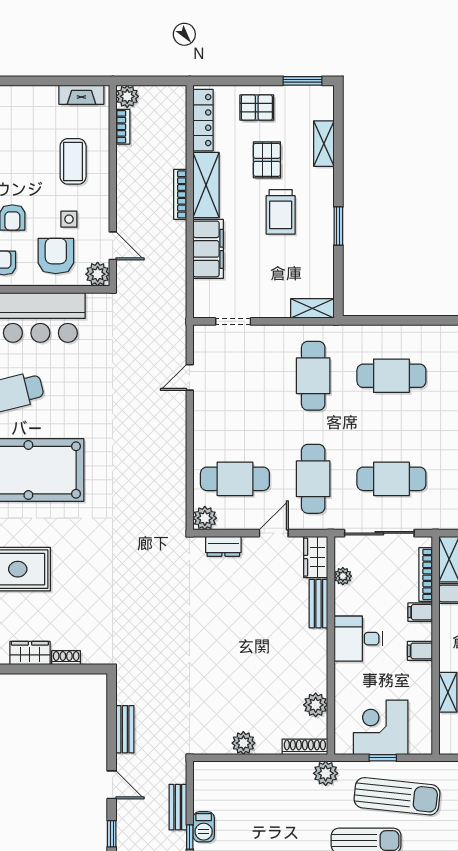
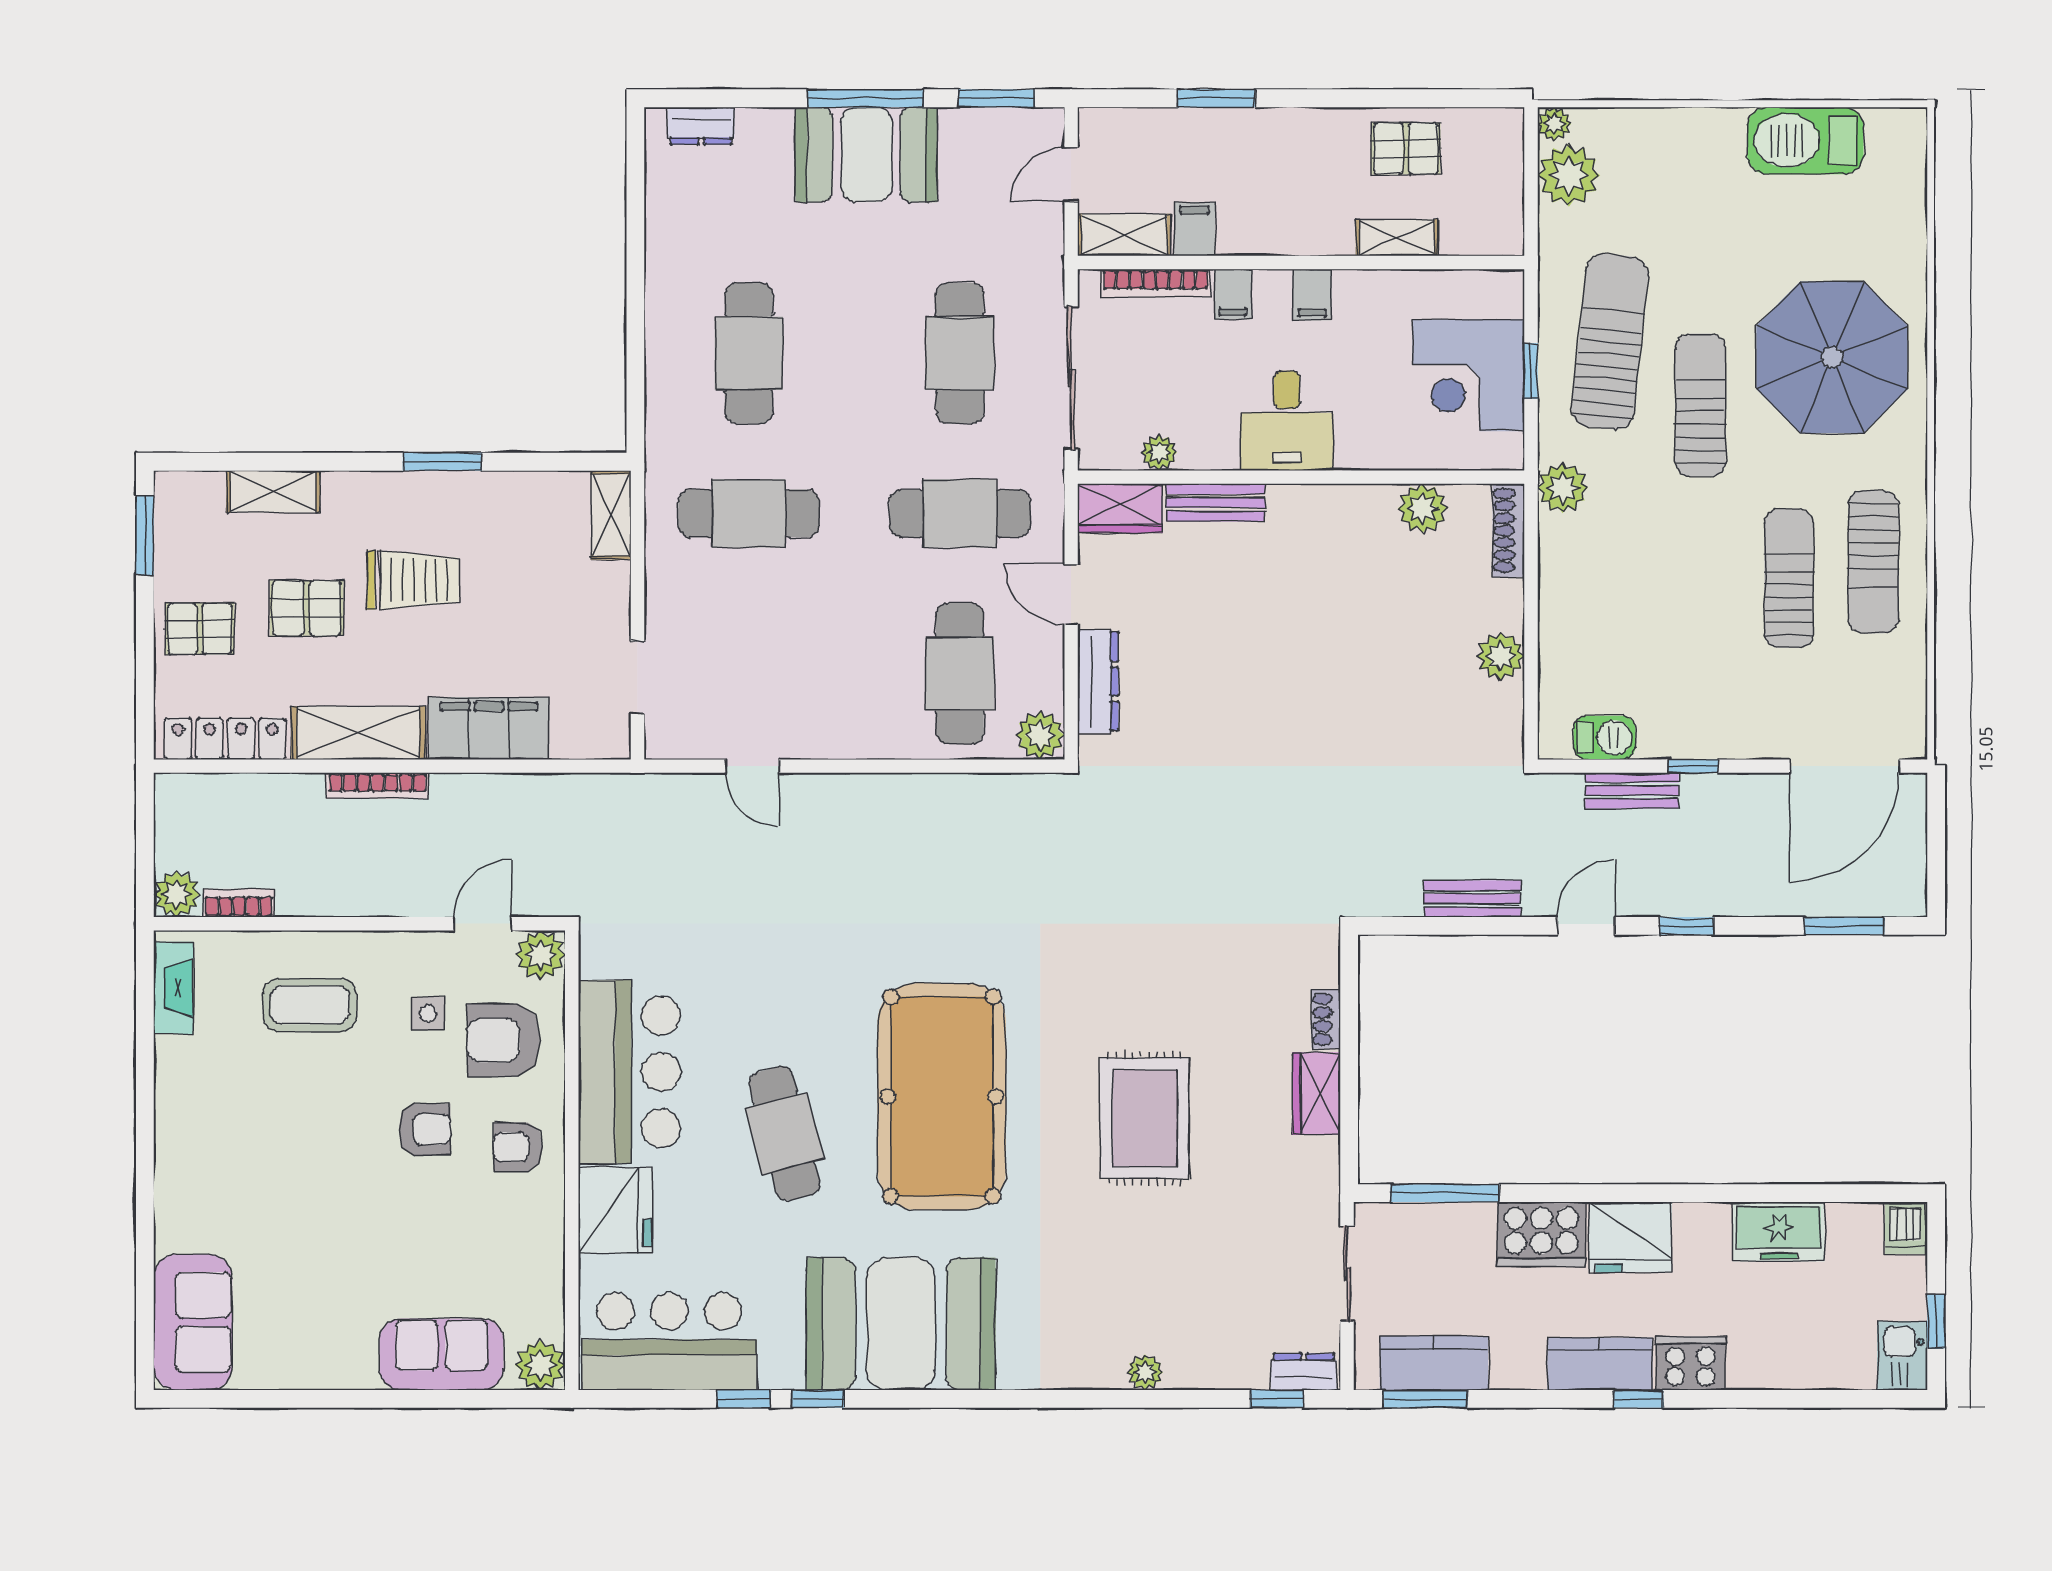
pallet: (257, 108) -> (200, 629), turned 90
dresser: (223, 546) -> (1098, 681), width x1.44
barbecue: (204, 827) -> (1604, 738), moved

